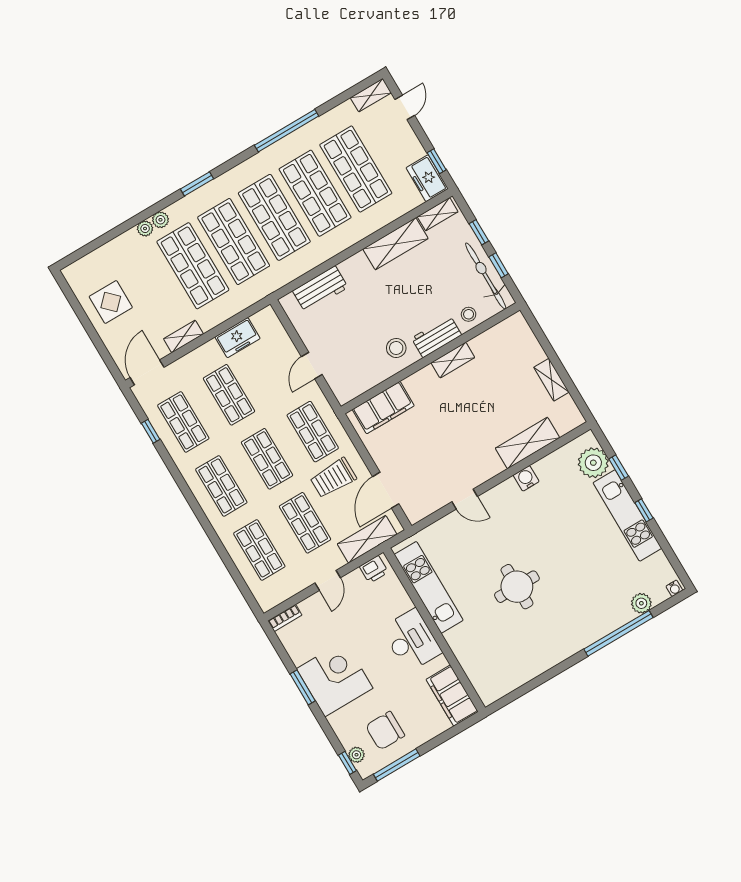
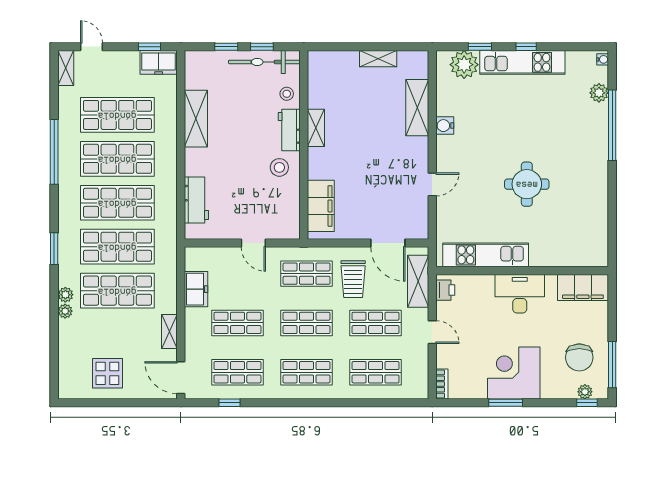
shelving: (438, 214) -> (192, 71), removed

